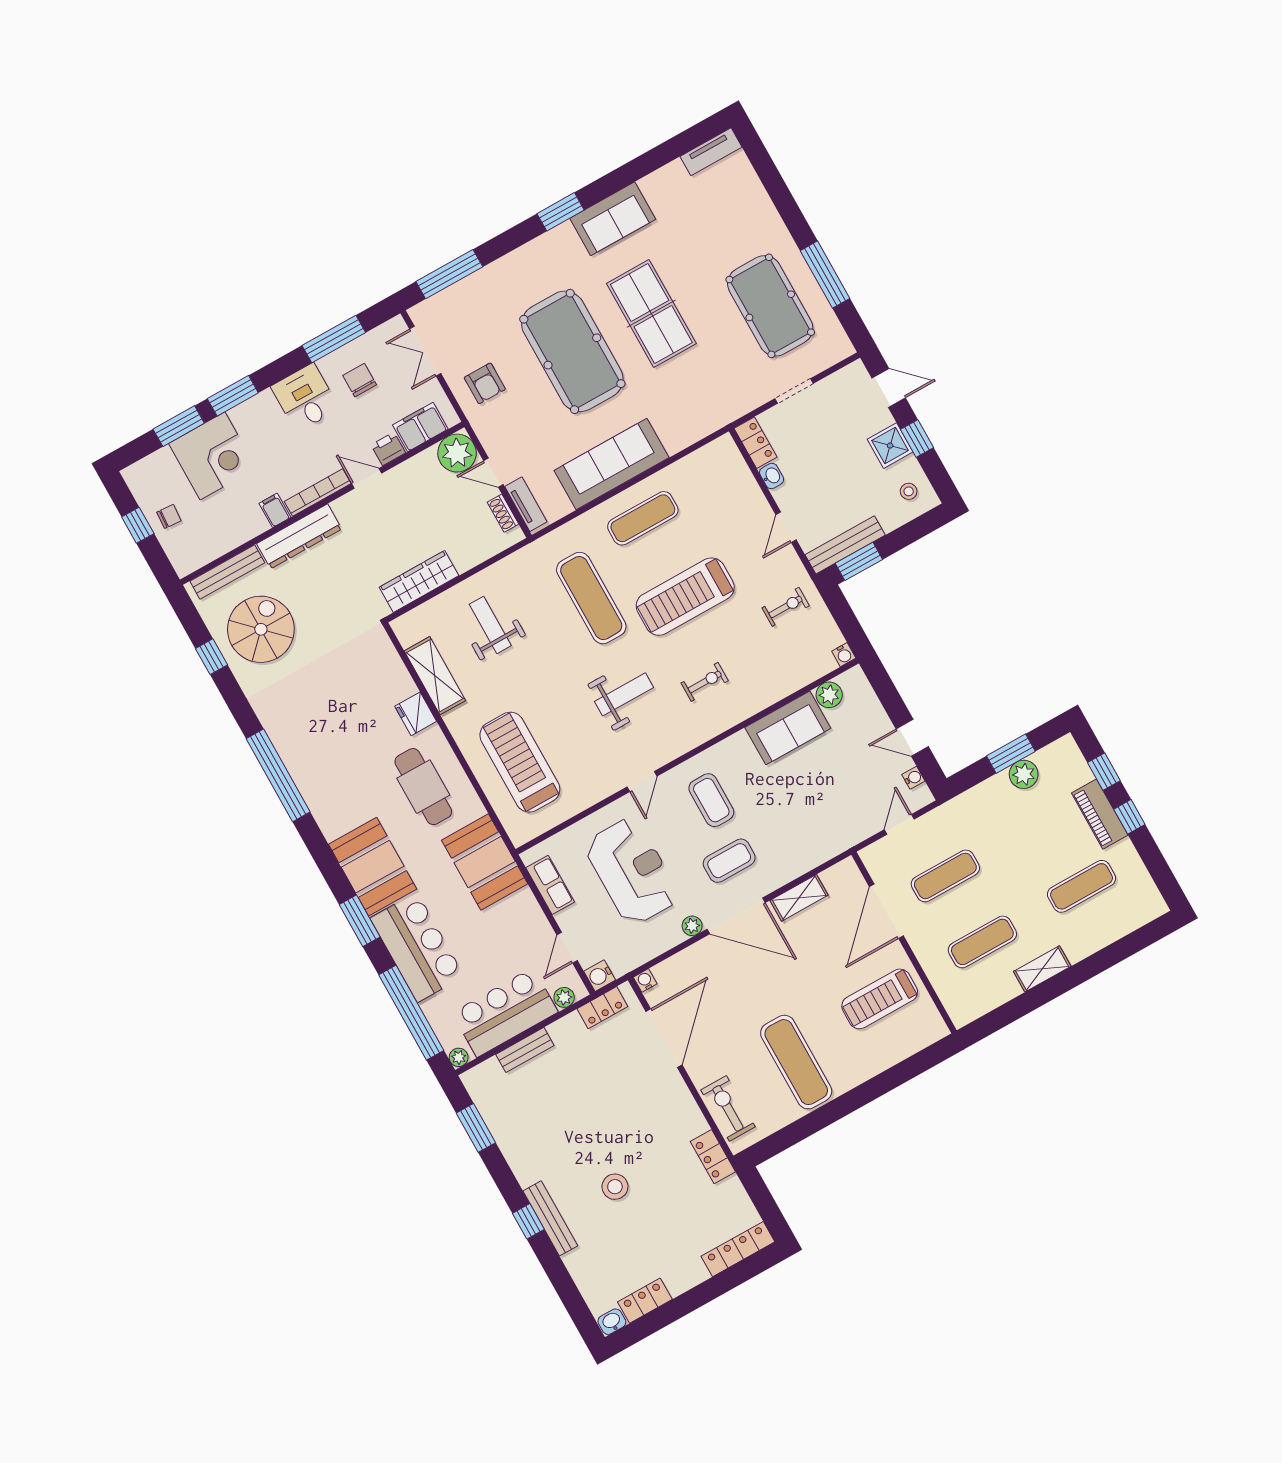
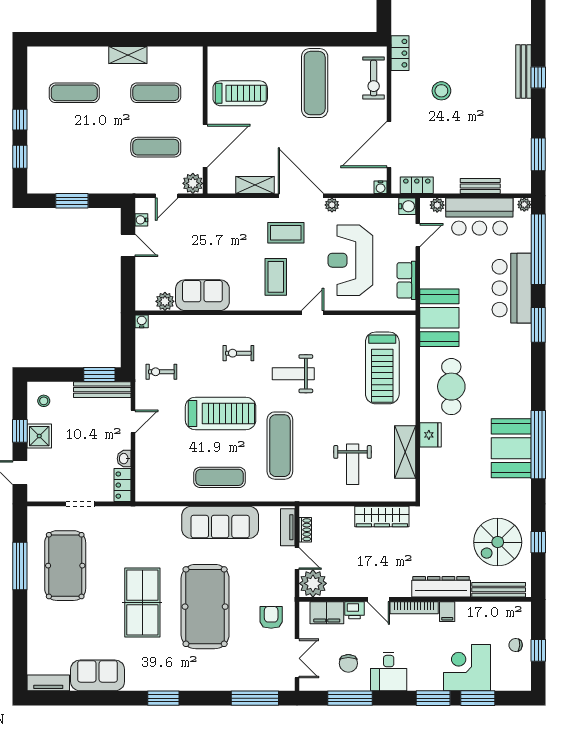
sofa: (613, 219) -> (98, 675), moved
plant: (1024, 774) -> (193, 183), moved
piano: (1100, 814) -> (37, 132), removed
booth: (373, 867) -> (511, 448), moved
stool: (615, 1187) -> (441, 91), moved

